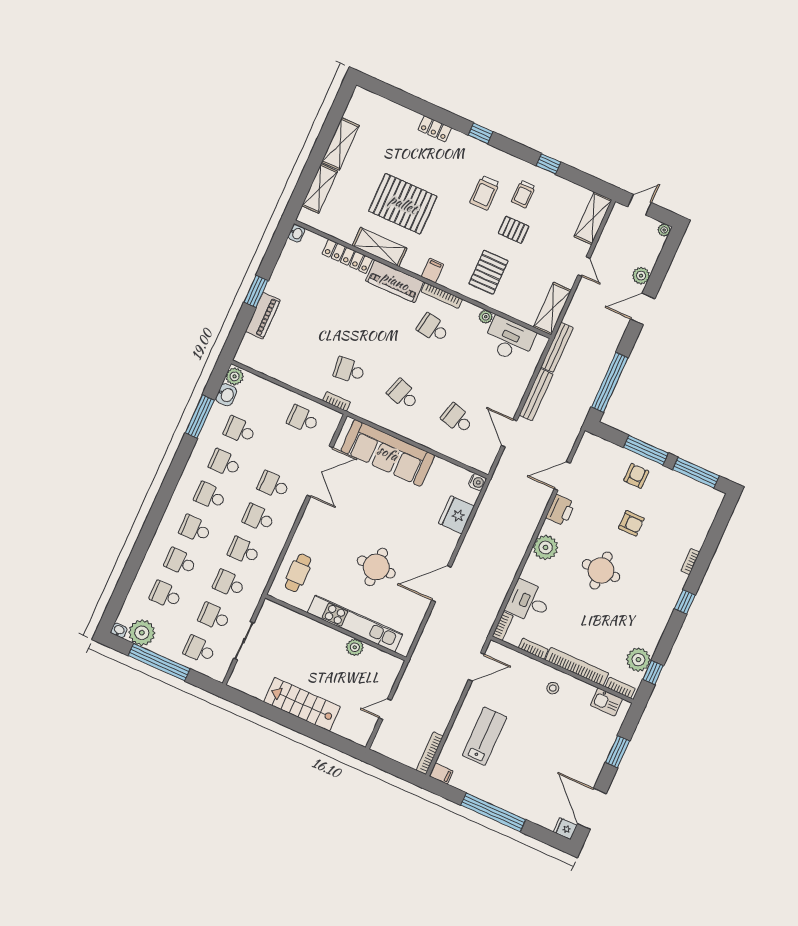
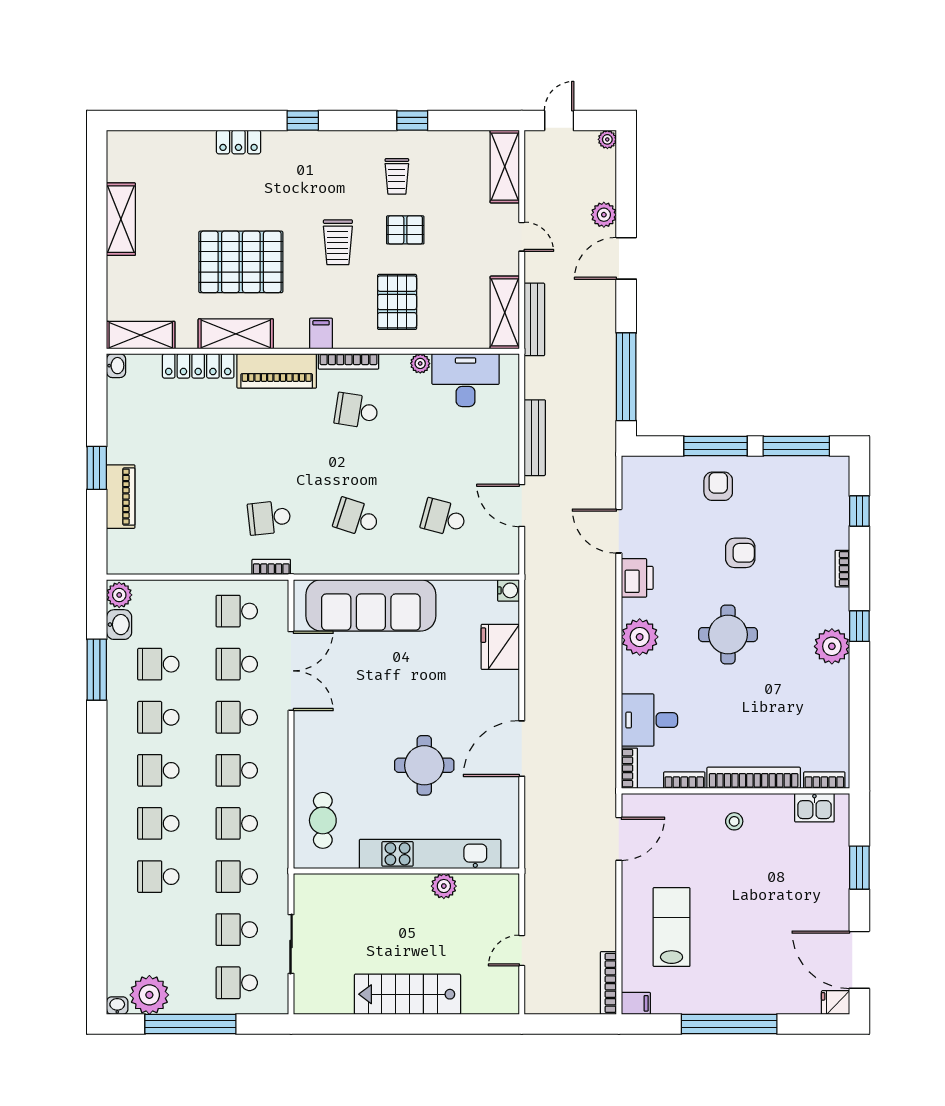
shelving: (320, 189) -> (141, 335), moved, turned 90
trolley: (485, 193) -> (338, 242), moved
bench: (557, 347) -> (534, 319), moved
door: (562, 476) -> (619, 531), hinge flipped
school desk: (166, 595) -> (237, 664), moved
plant: (638, 660) -> (832, 646), moved
window: (653, 672) -> (859, 511), moved

